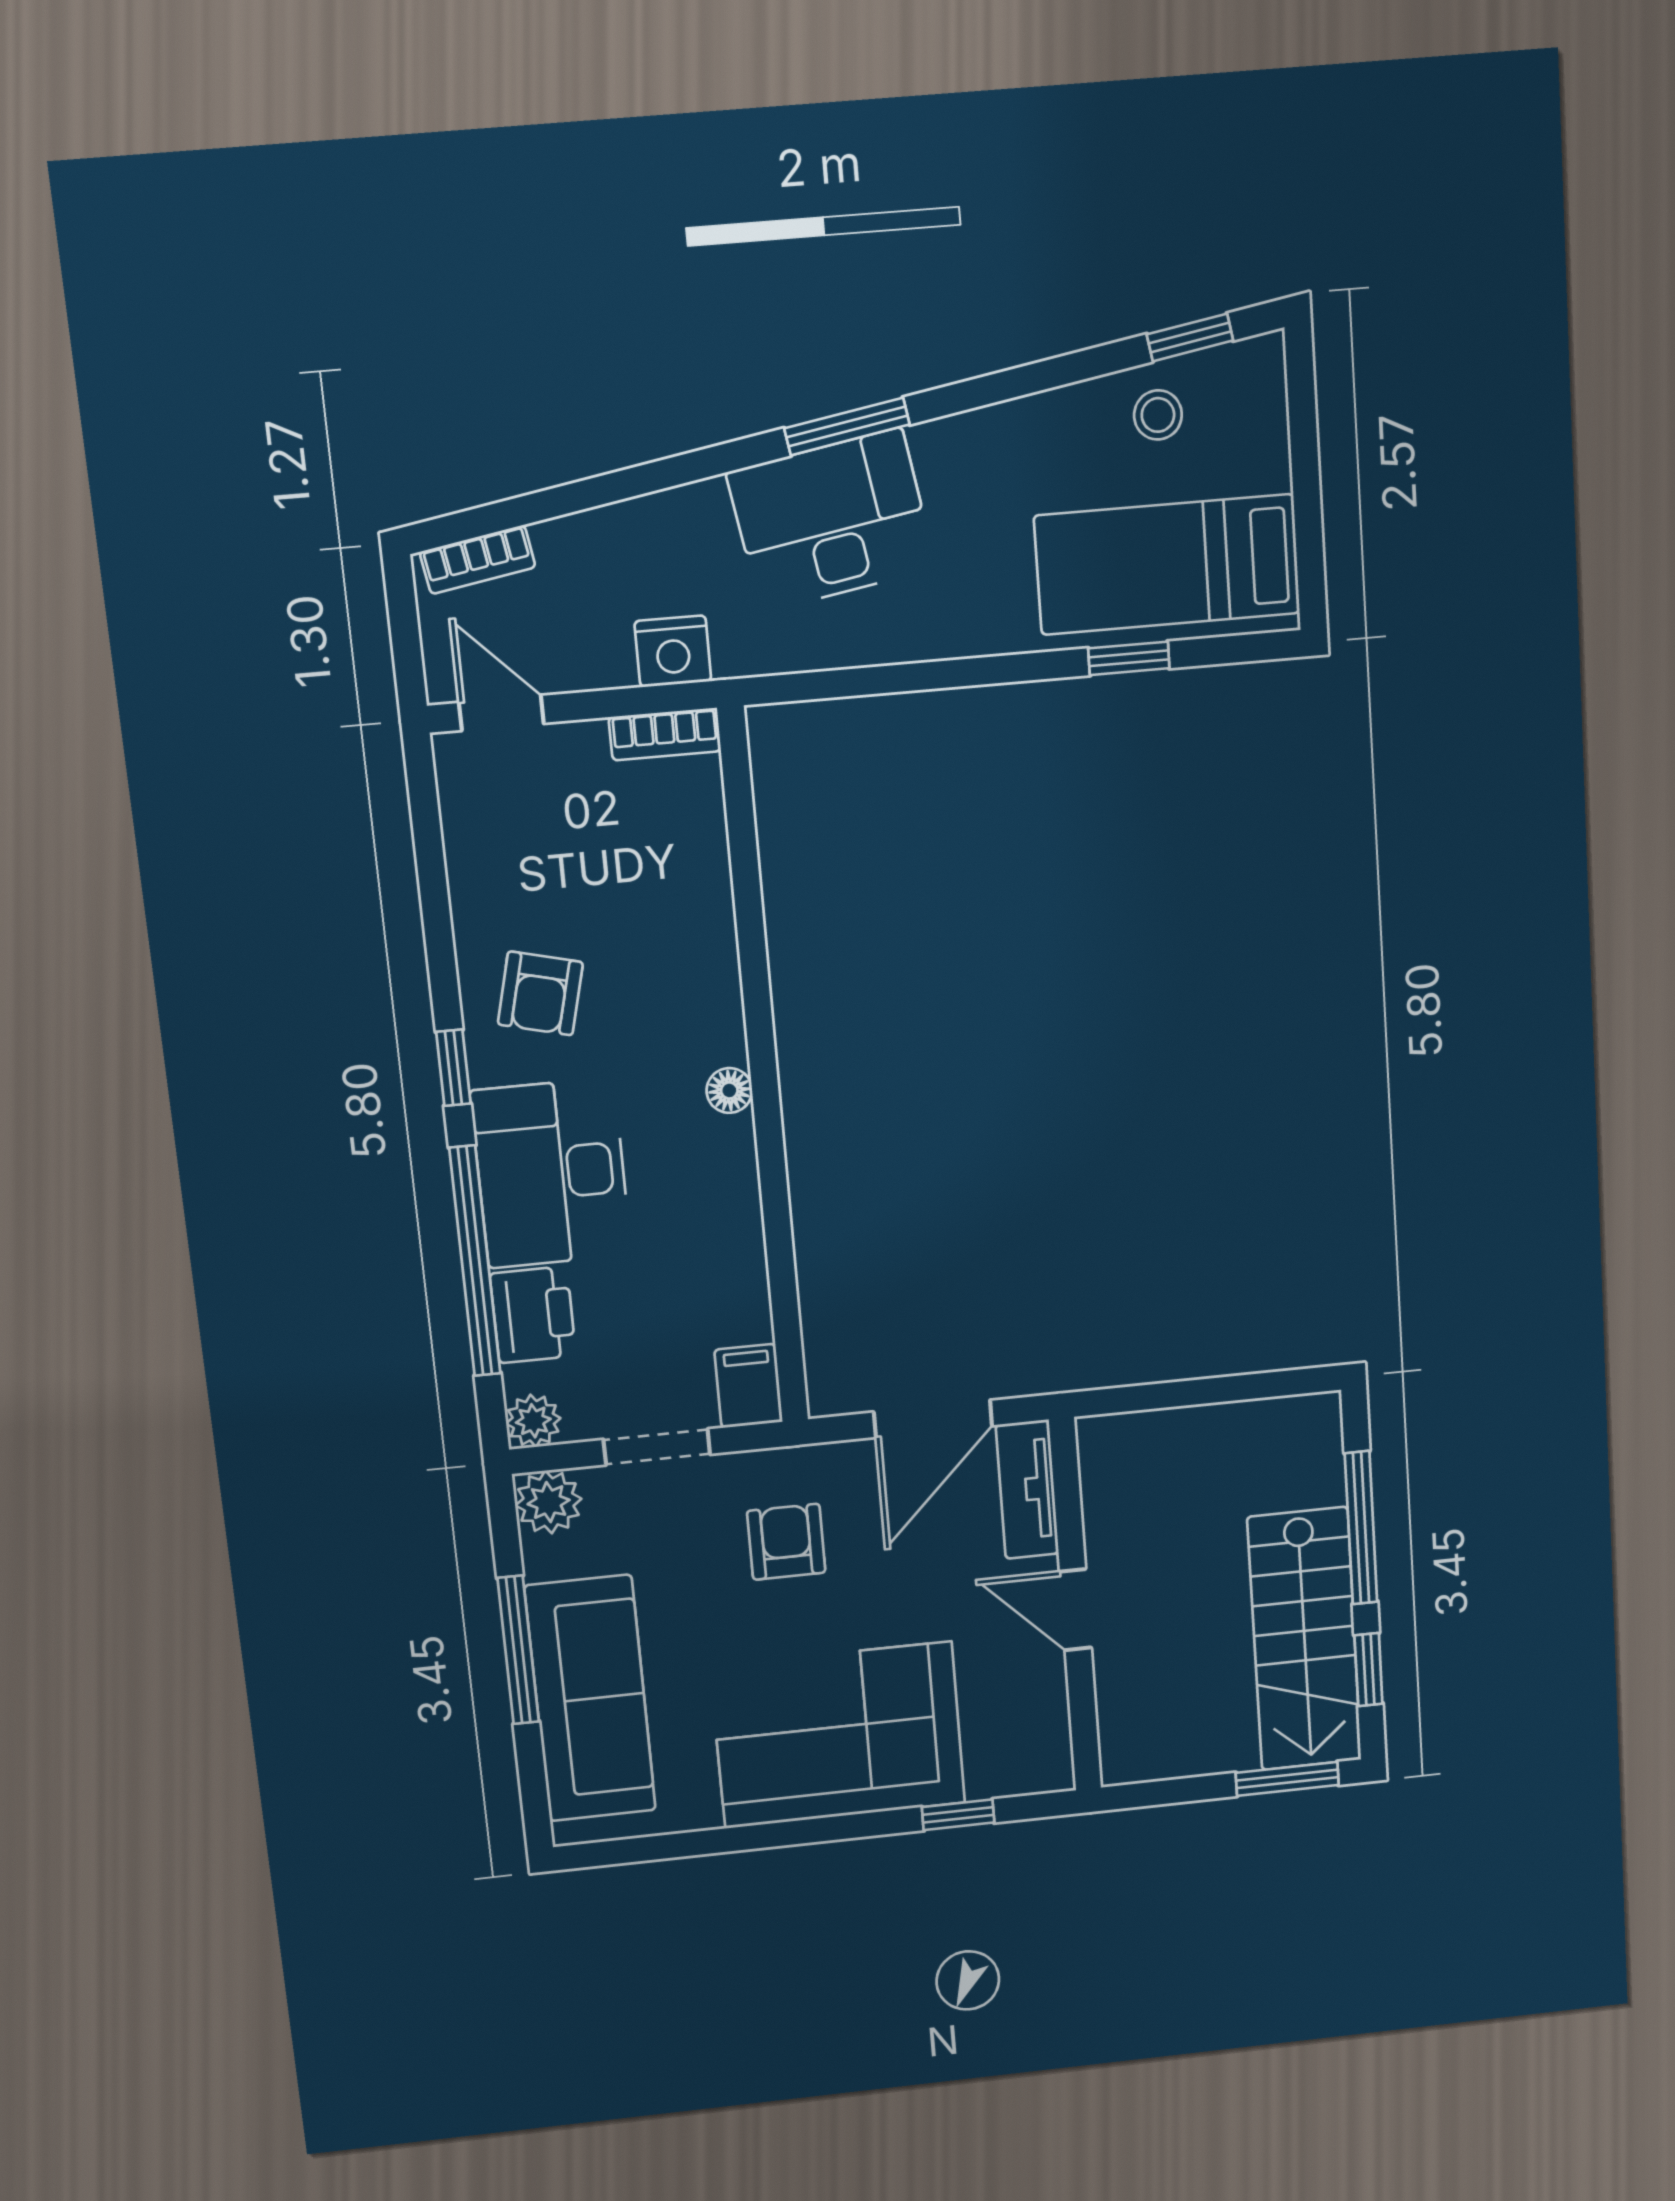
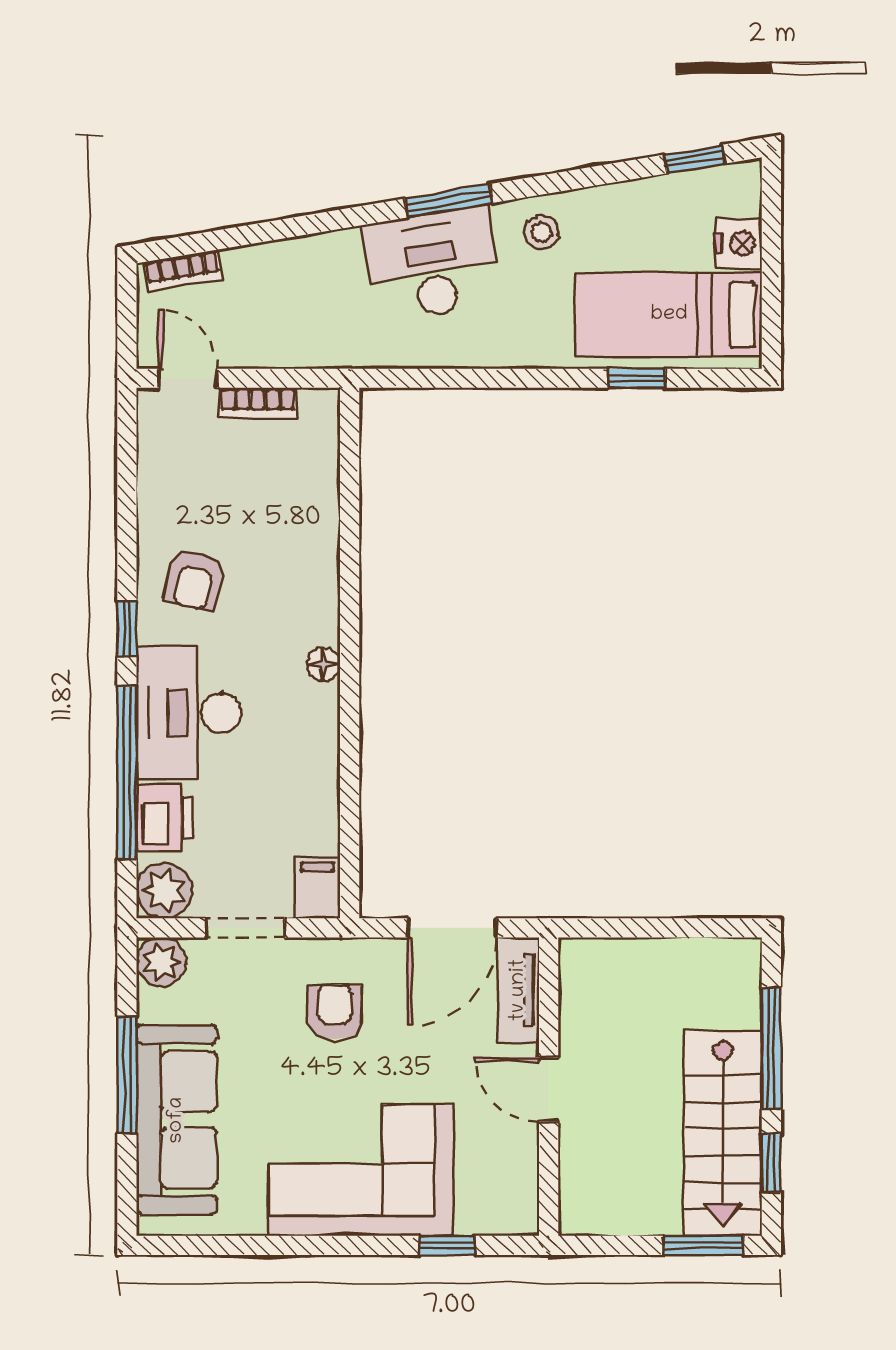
stool: (1158, 415) -> (542, 232), moved
nightstand: (673, 651) -> (739, 244), moved, turned -90
bookcase: (665, 734) -> (258, 403), moved
plant: (533, 1421) -> (164, 891), width x1.38, depth x1.38

